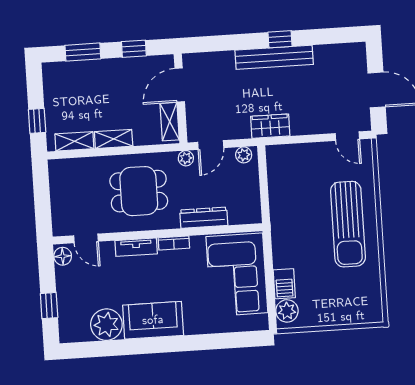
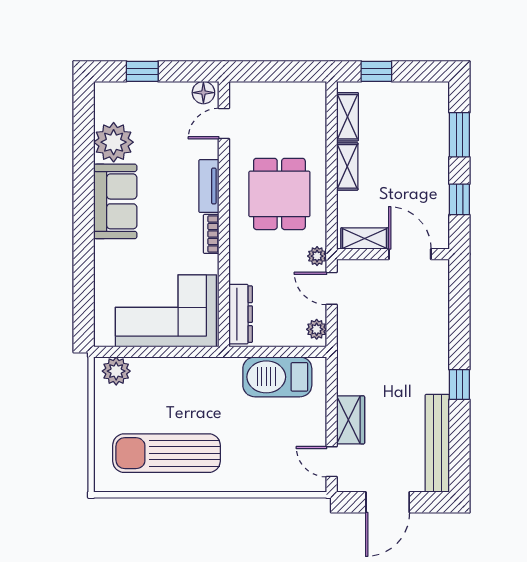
bench: (274, 57) -> (437, 443), moved
wardrobe: (270, 126) -> (351, 420), moved
door: (347, 136) -> (332, 462), hinge flipped
dresser: (204, 218) -> (241, 314), moved
sun lounger: (348, 224) -> (166, 453), moved
barbecue: (284, 284) -> (277, 377), moved, width x1.88, depth x1.53

